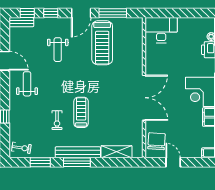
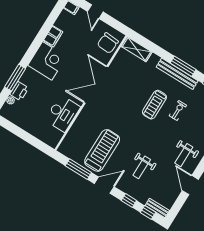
desk: (161, 30) -> (63, 114), moved, turned -90
weight bench: (58, 50) -> (142, 167), turned 180
shelving: (117, 152) -> (137, 49), moved
door: (173, 162) -> (95, 12), moved

